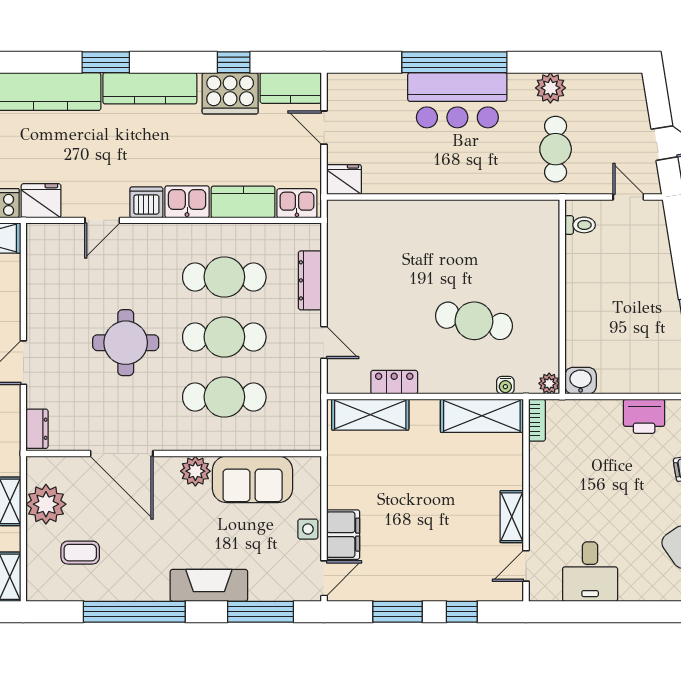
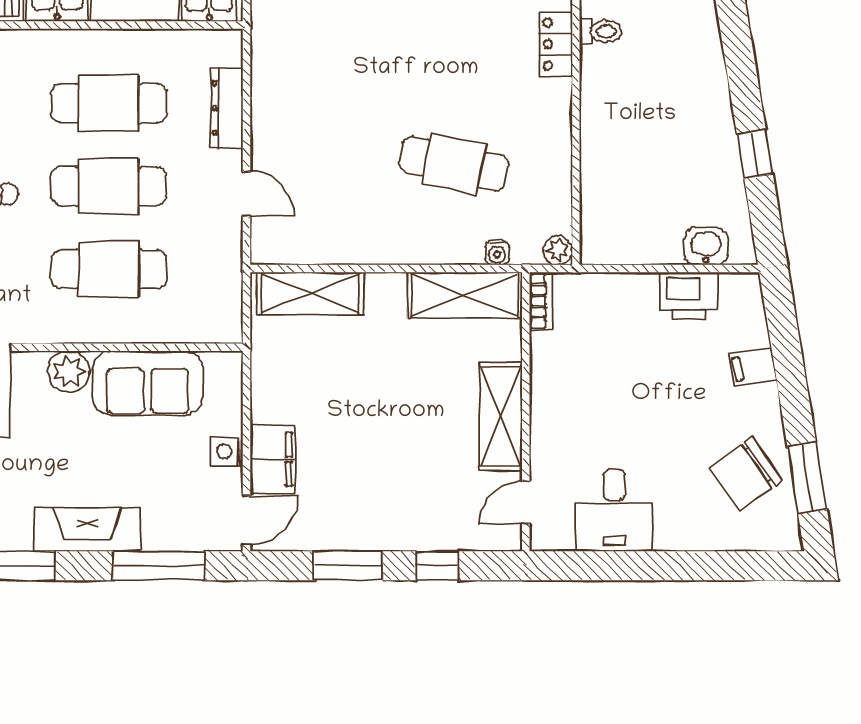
washbasin: (581, 381) -> (706, 247), moved
locker: (394, 382) -> (556, 44), moved, turned -90
shelving: (512, 517) -> (501, 417), width x1.50, depth x1.33

